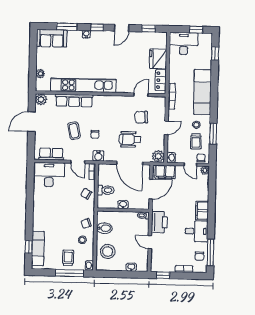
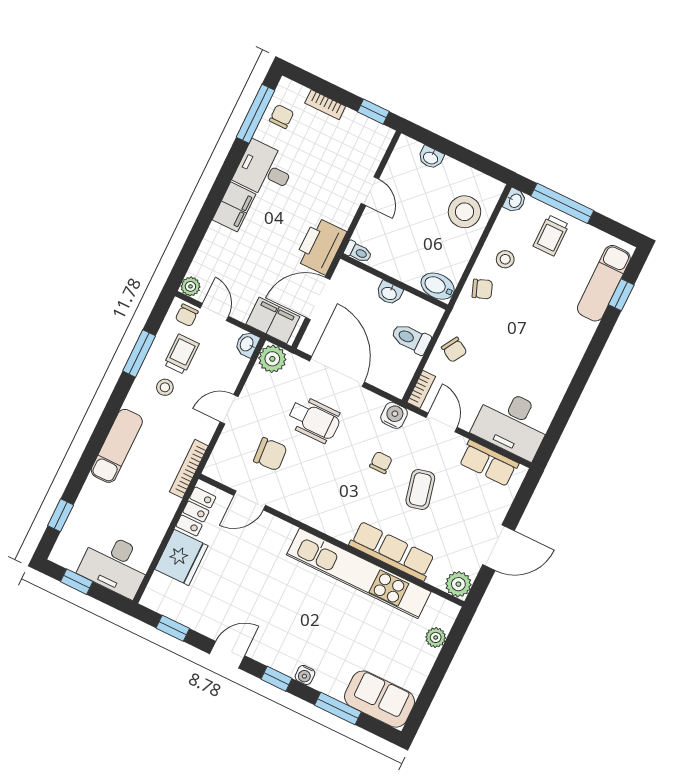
exam couch: (202, 92) -> (117, 446), width x0.73, depth x0.69
printer: (159, 222) -> (321, 246), moved
bidet: (104, 228) -> (438, 286), moved

